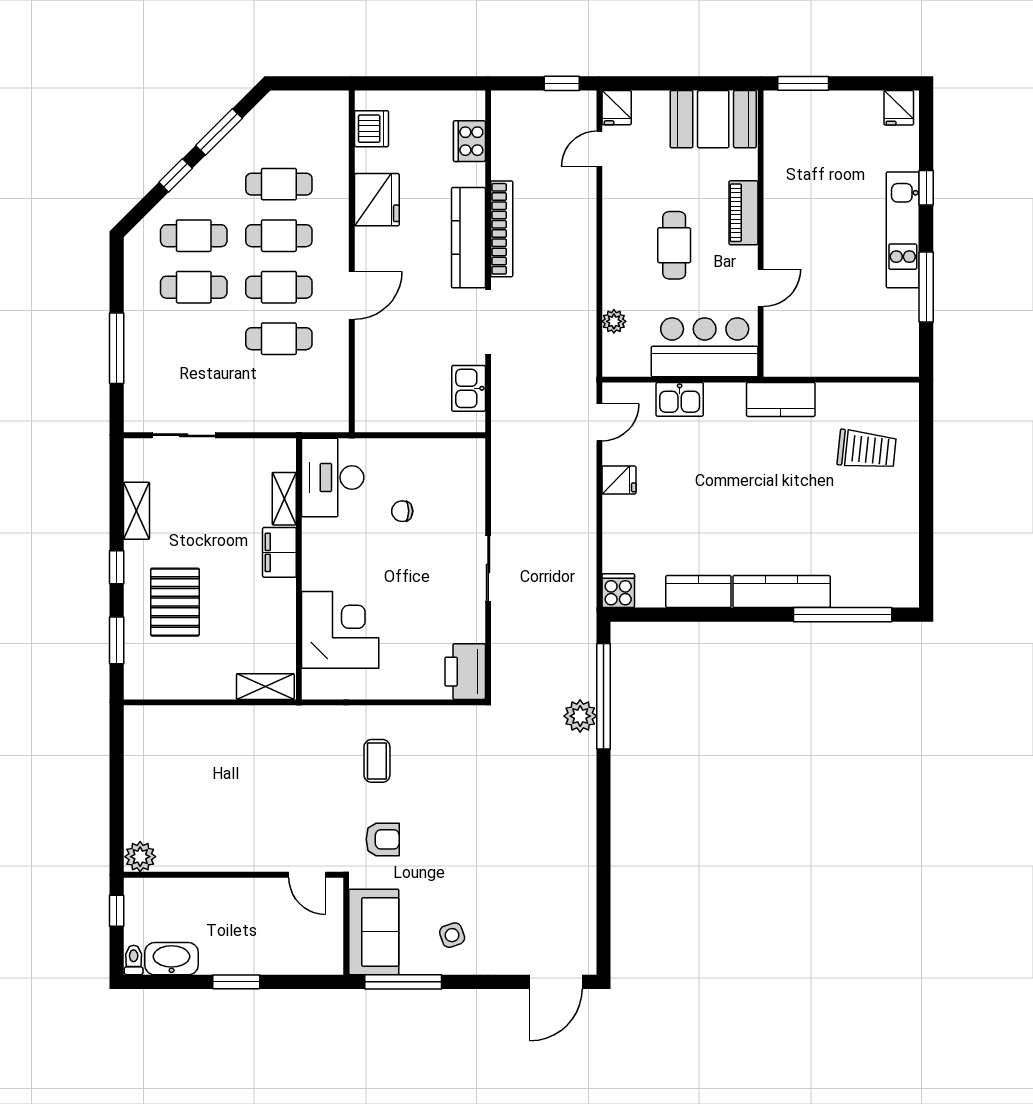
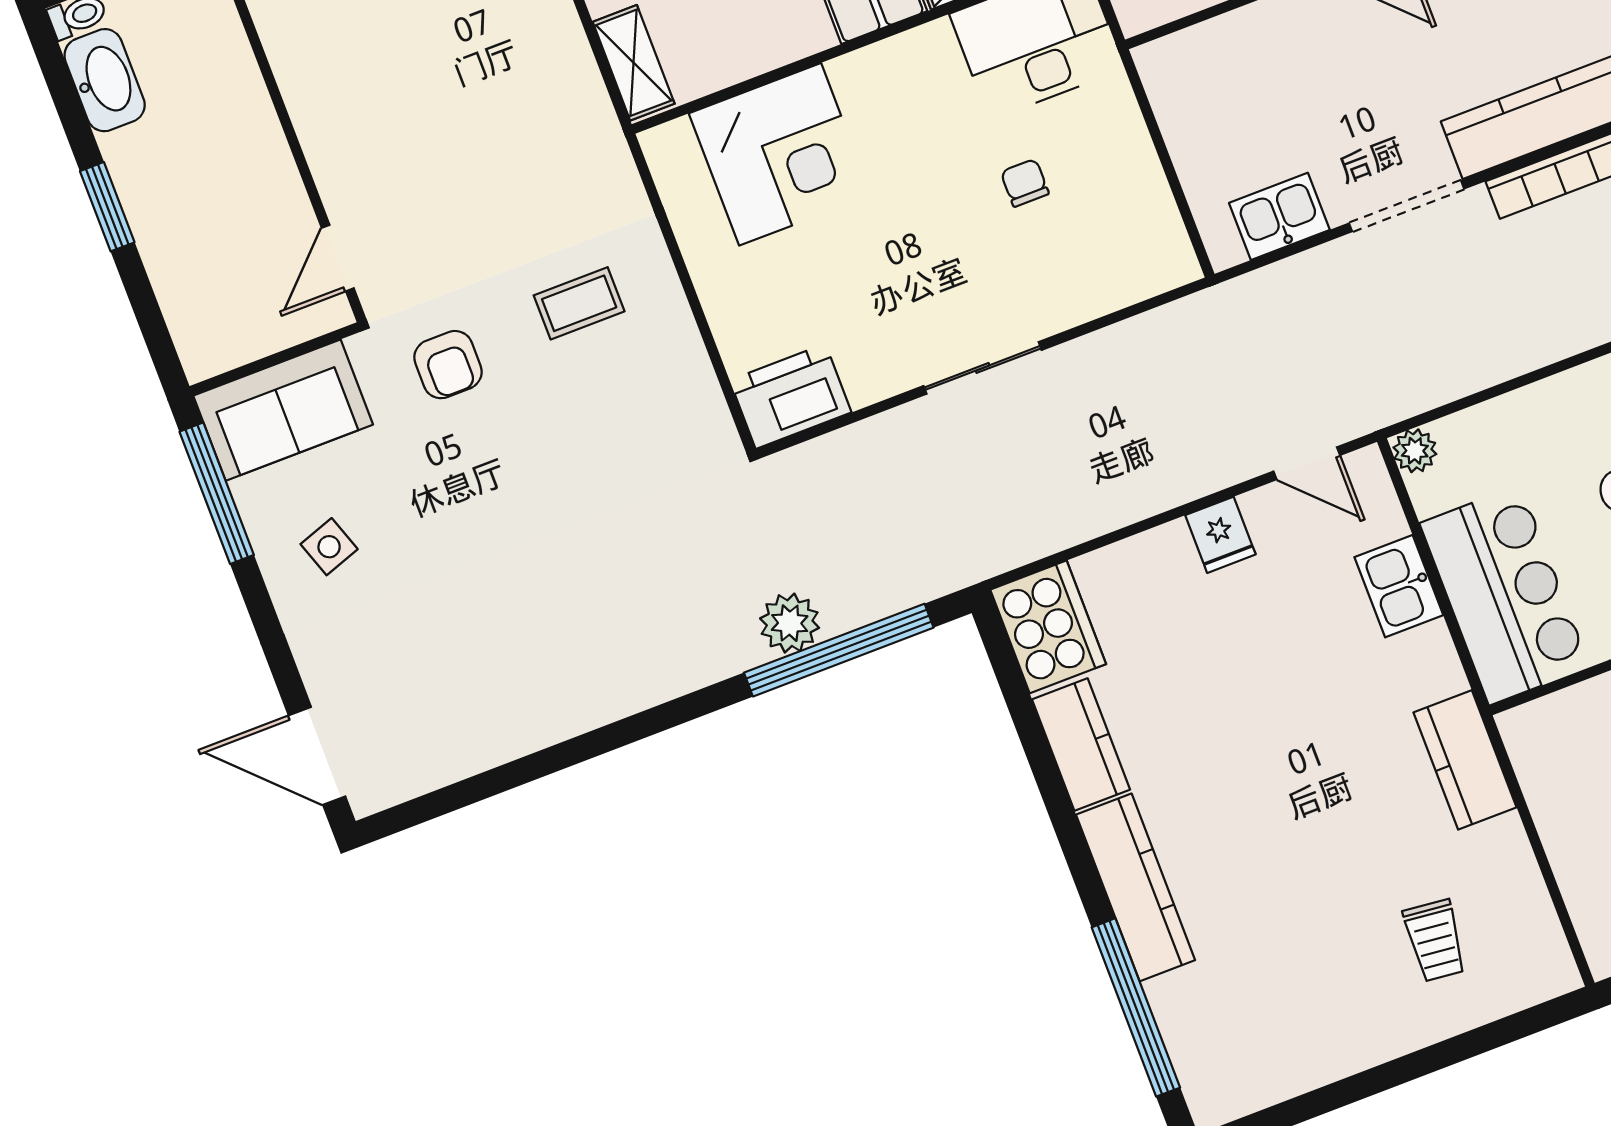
plant: (614, 321) -> (1415, 451), moved
trolley: (867, 450) -> (1435, 940), width x0.73, depth x0.72
cooker: (618, 591) -> (1048, 627), width x1.87, depth x1.31

